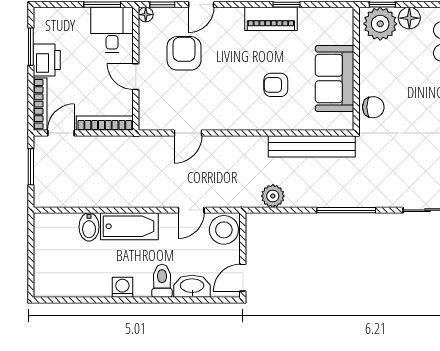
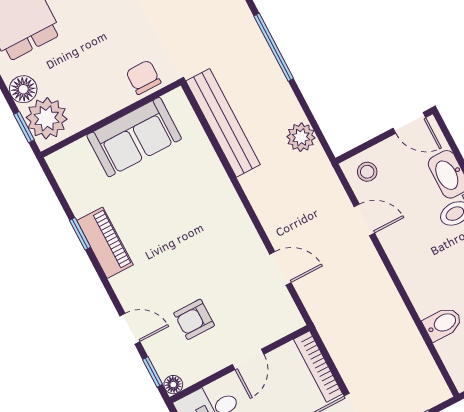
armchair: (184, 53) -> (194, 319), width x0.72, depth x0.72
armchair: (276, 85) -> (176, 199), removed
bathtub: (129, 226) -> (418, 279), removed
stool: (224, 230) -> (367, 172), width x0.53, depth x0.53

